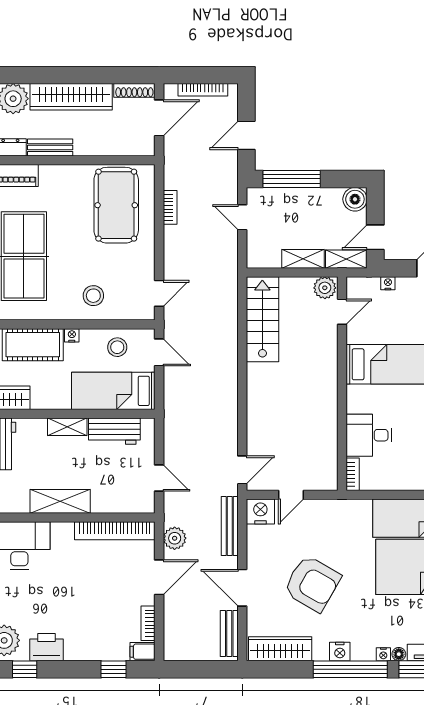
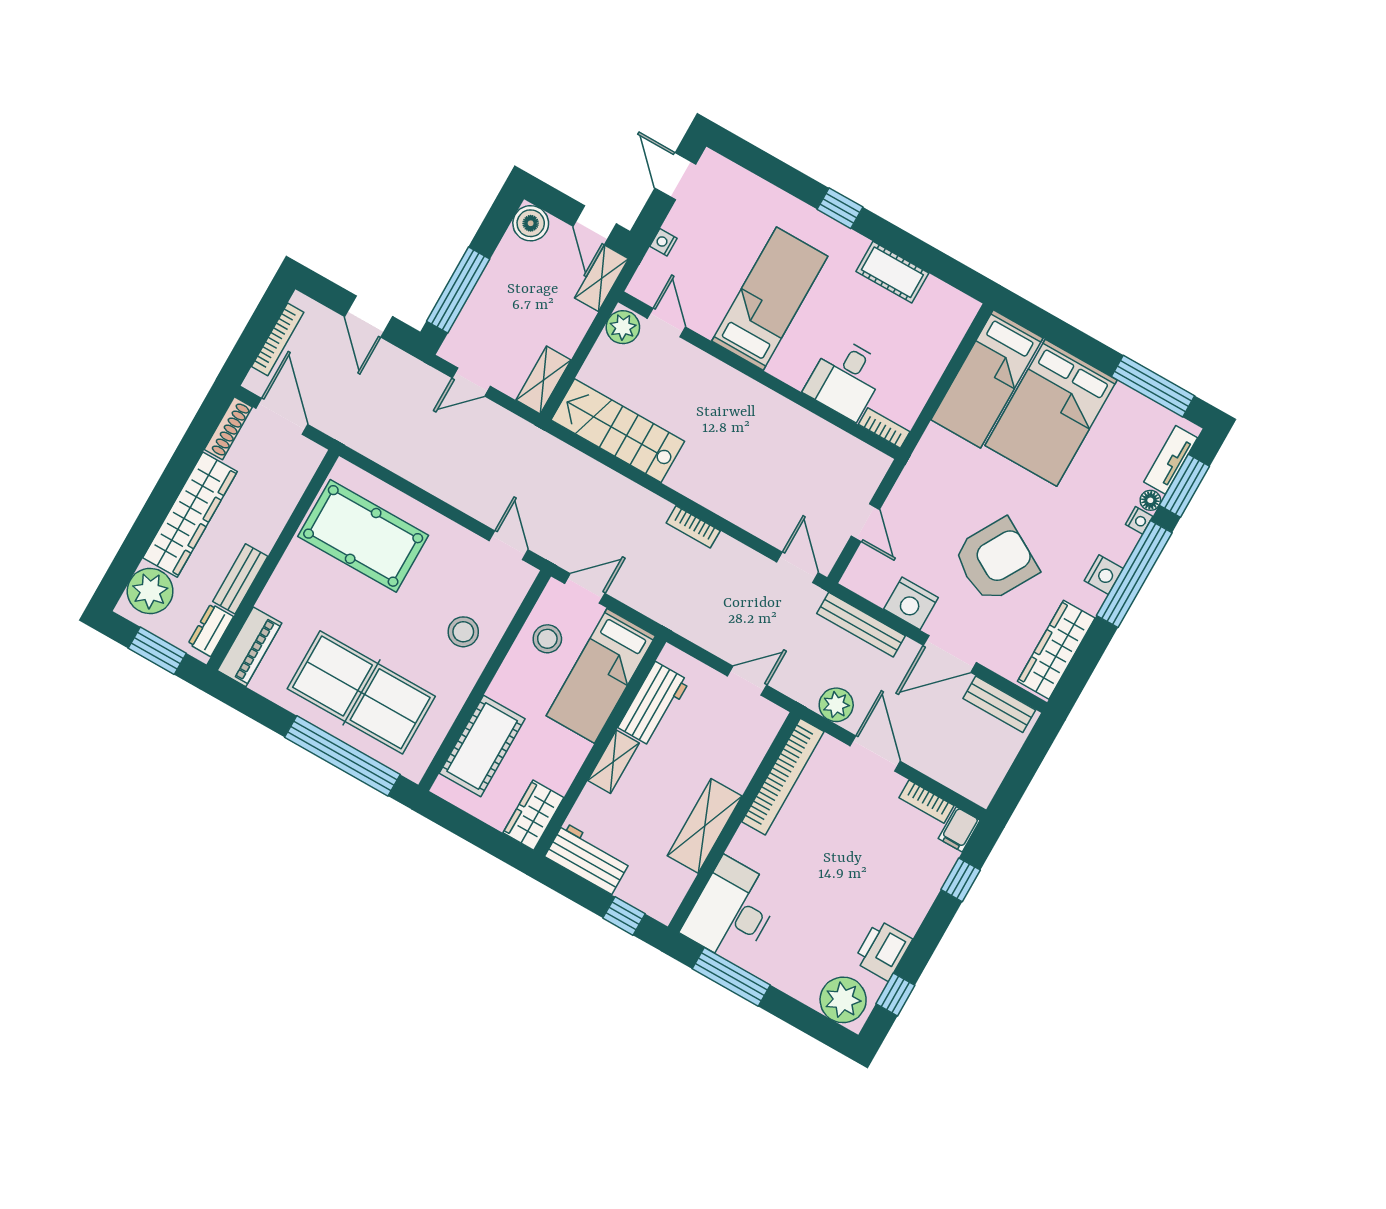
bookcase: (170, 207) -> (693, 527), moved, turned 180
shelving: (303, 259) -> (543, 380), moved
nightstand: (72, 335) -> (499, 689), removed
nightstand: (260, 511) -> (911, 603), moved, turned -90

